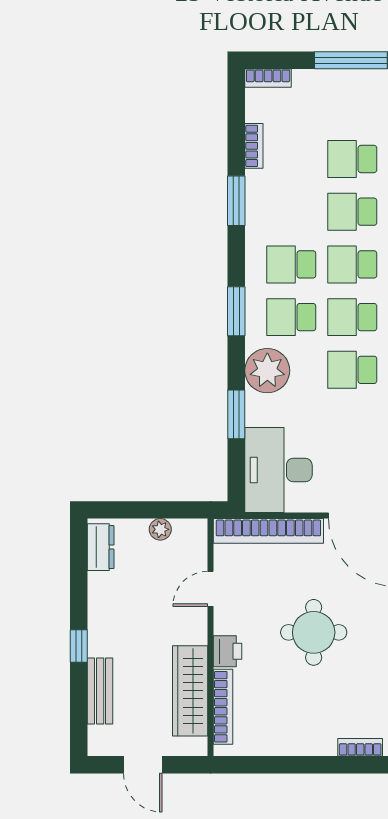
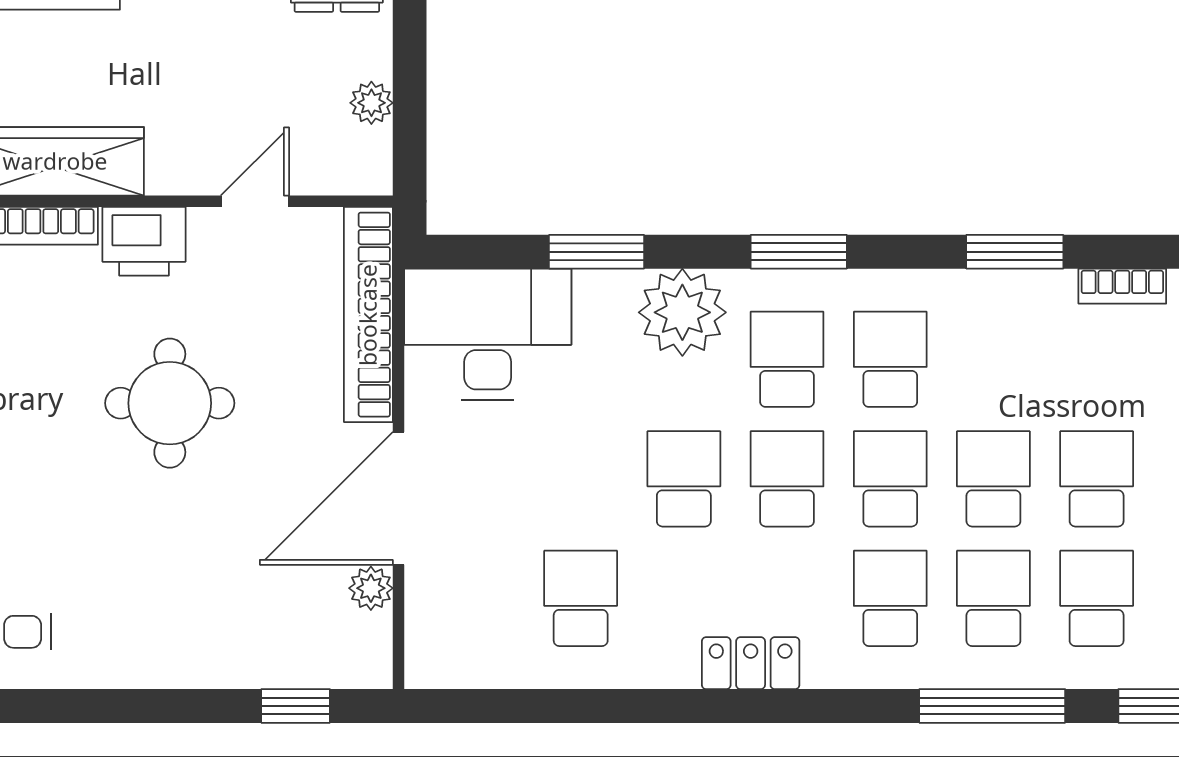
door: (211, 589) -> (255, 201), hinge flipped
printer: (228, 651) -> (144, 241), width x1.36, depth x1.24

